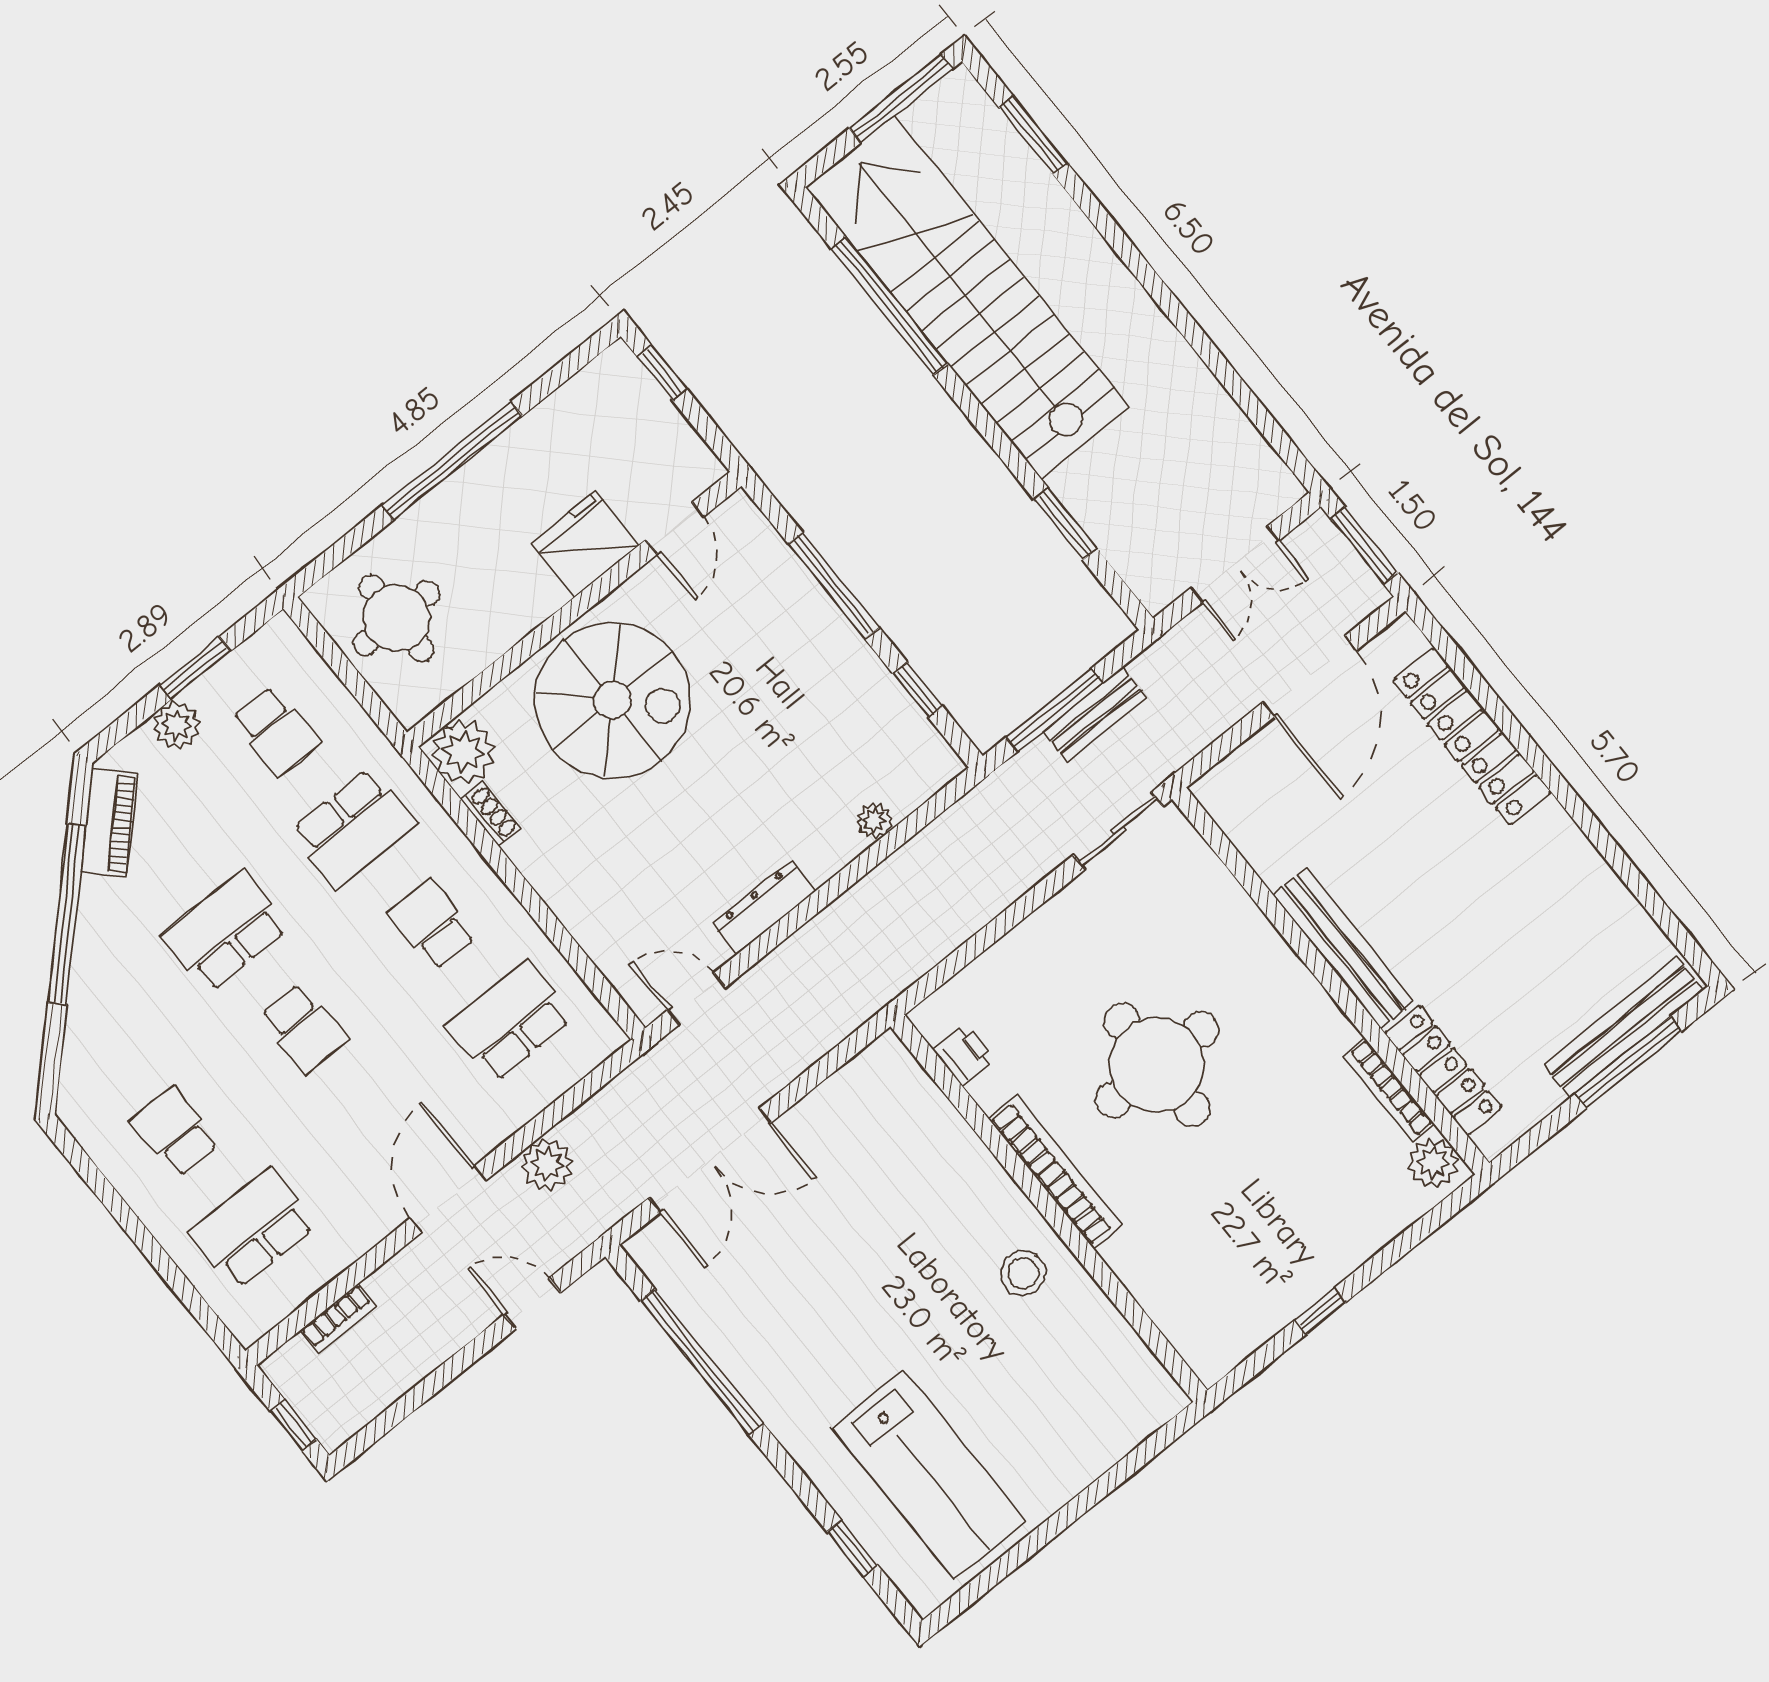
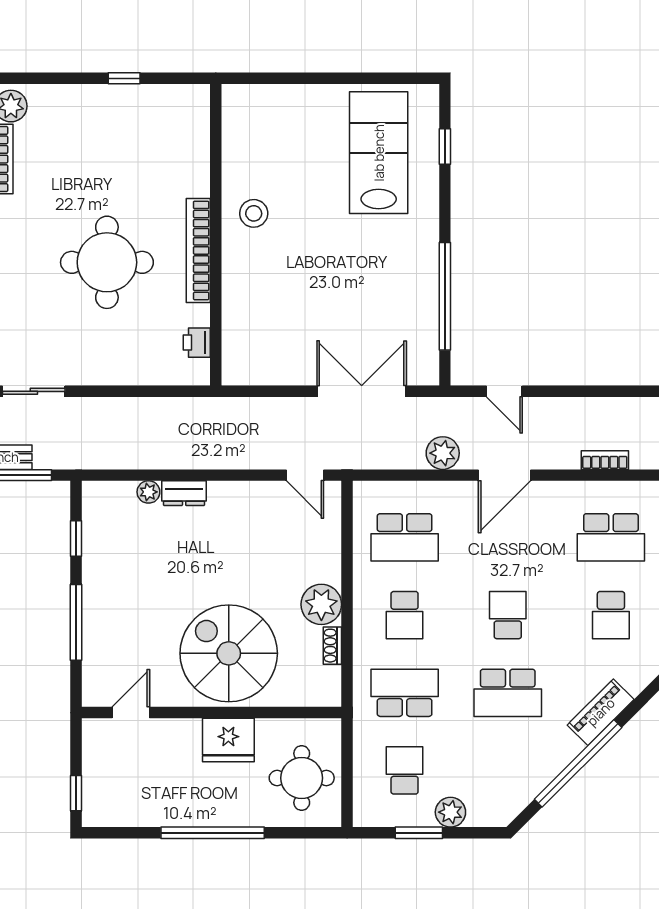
fridge: (585, 544) -> (228, 740), moved
plant: (463, 752) -> (321, 604), moved
piano: (109, 823) -> (601, 712), moved
dresser: (764, 907) -> (184, 493), moved, width x0.70

